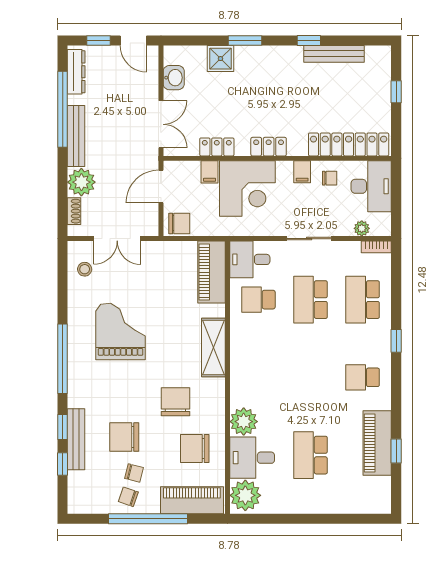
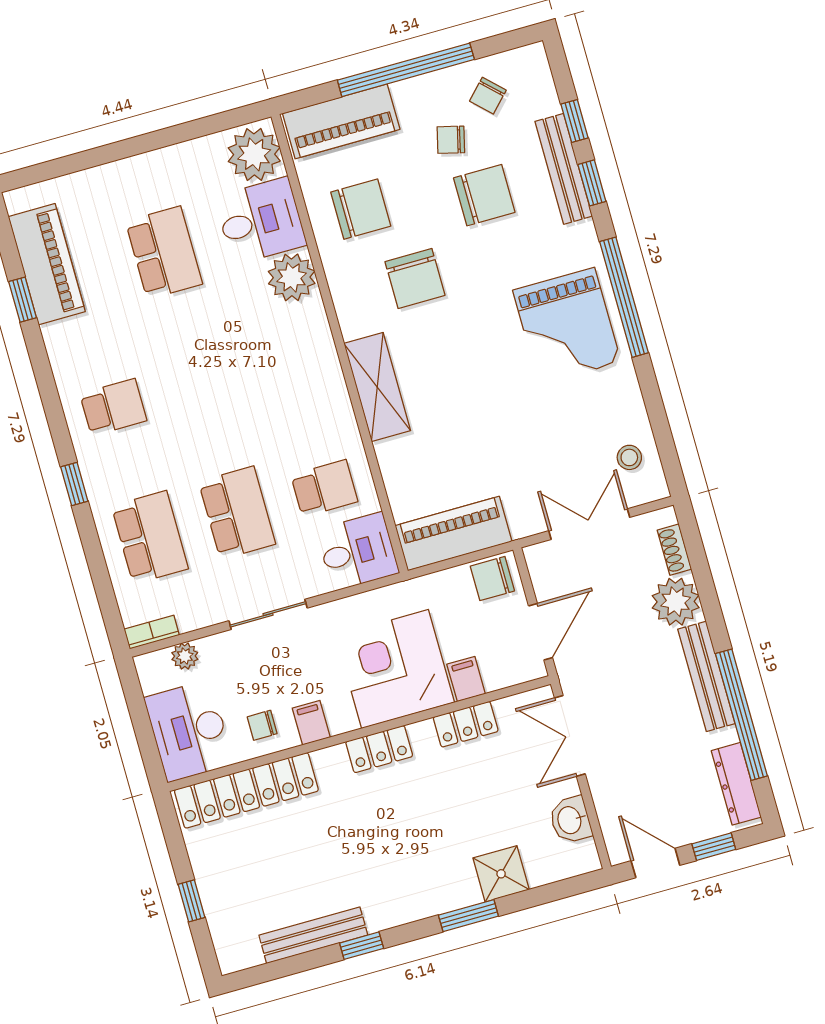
piano: (212, 272) -> (453, 534), moved, turned -90
grand piano: (121, 331) -> (567, 326), moved
piano: (377, 443) -> (47, 264), moved
chair: (128, 497) -> (488, 96), moved, turned 115

